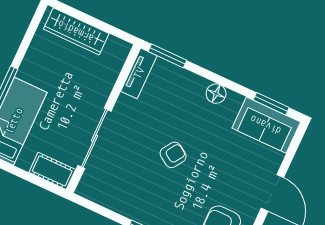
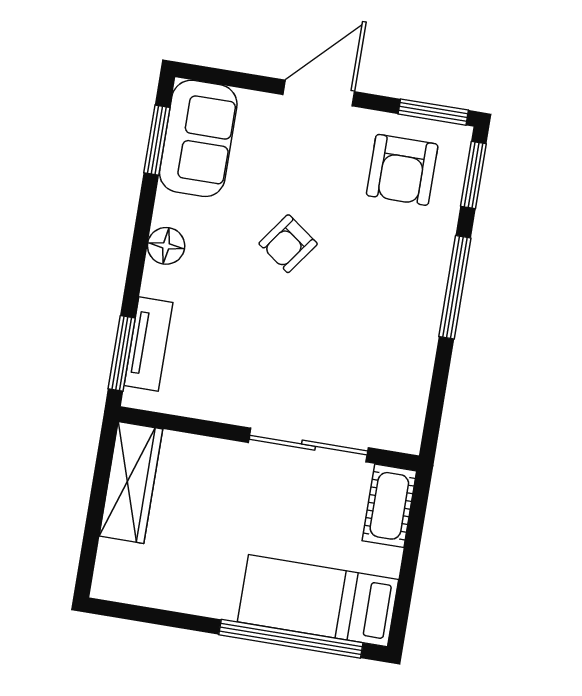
wardrobe: (76, 31) -> (131, 482), moved
tv unit: (139, 73) -> (149, 344), moved, turned 90
armchair: (173, 155) -> (288, 244), moved, turned -87

